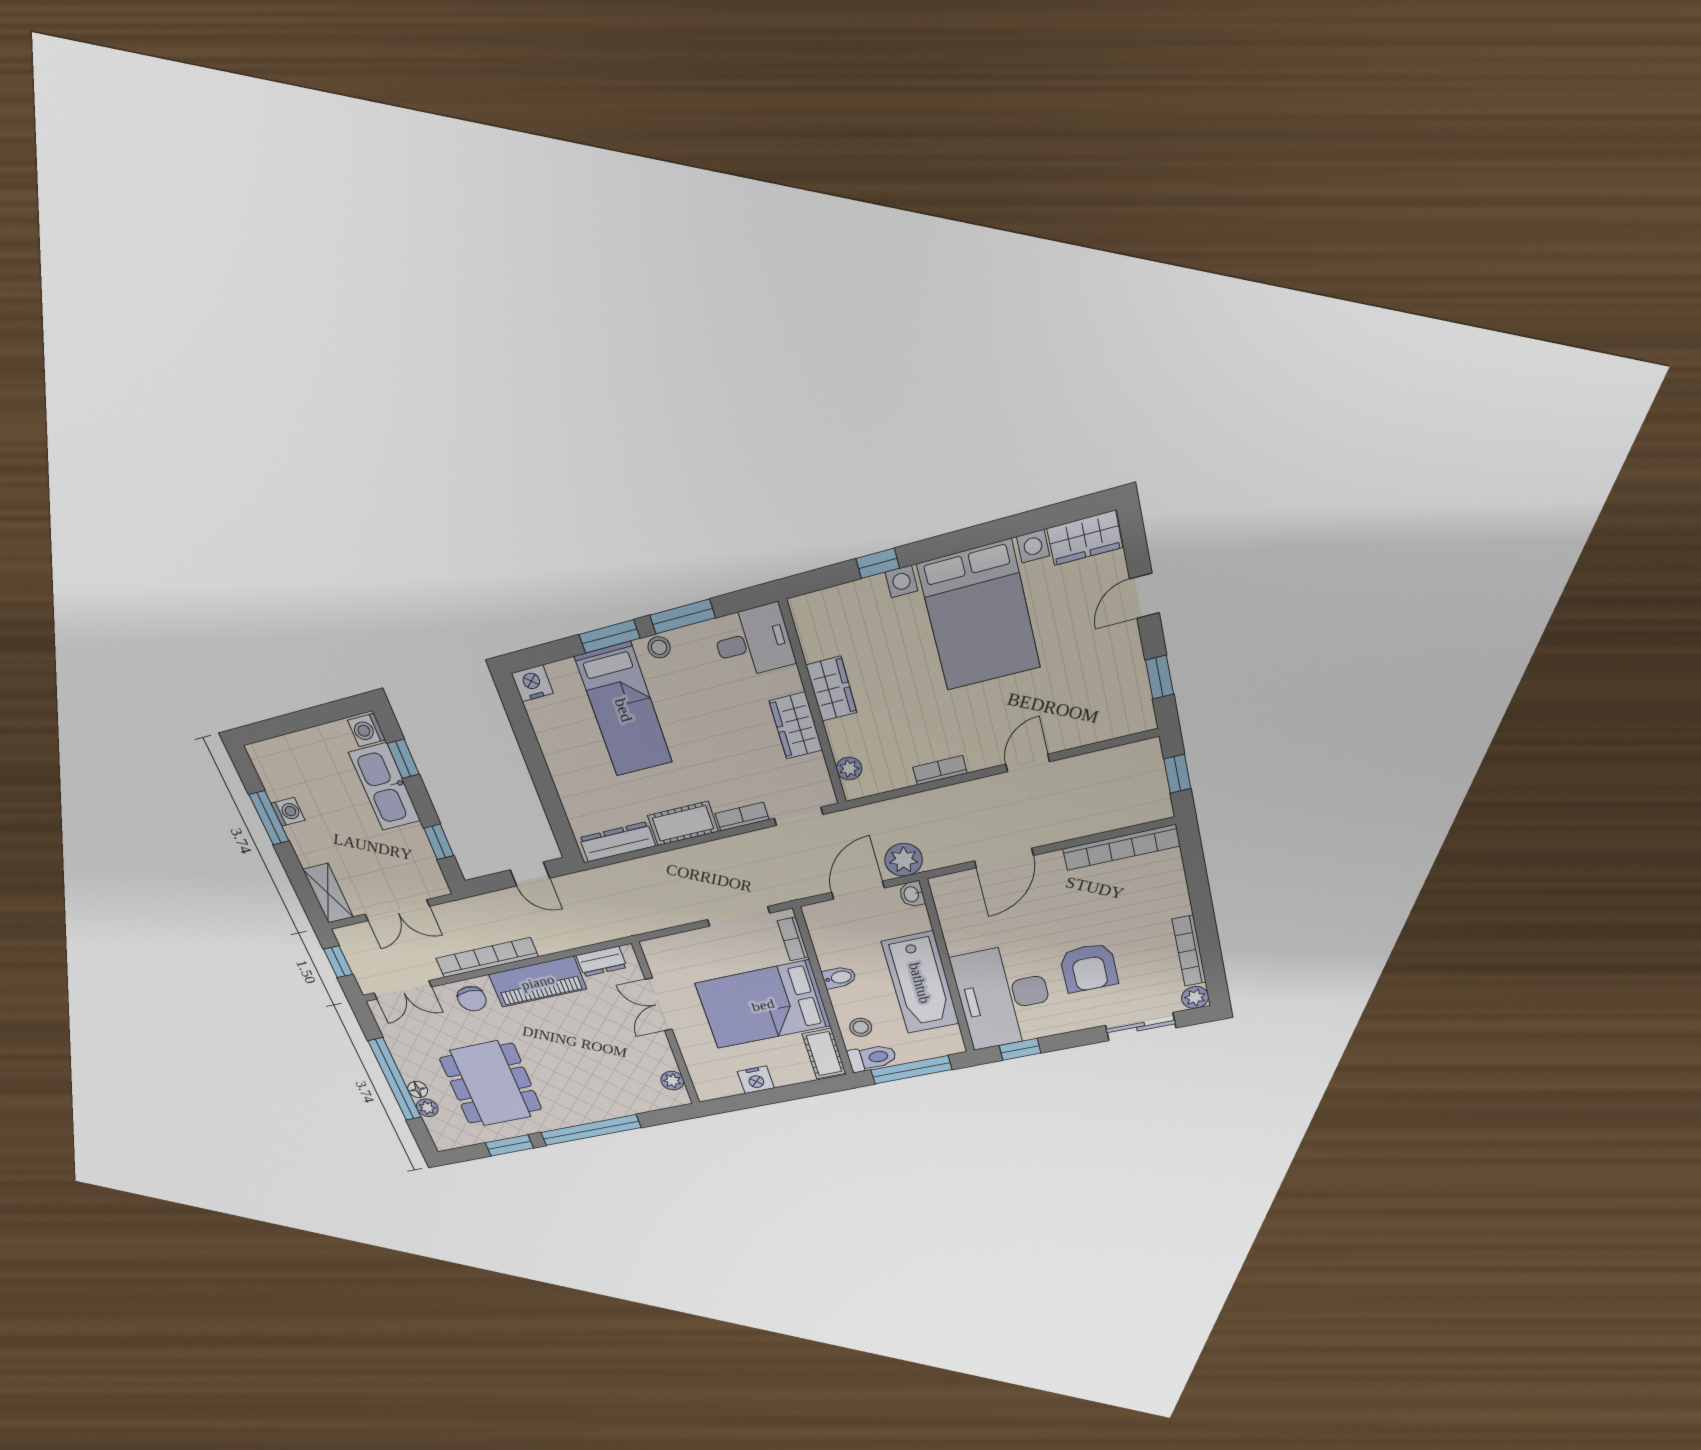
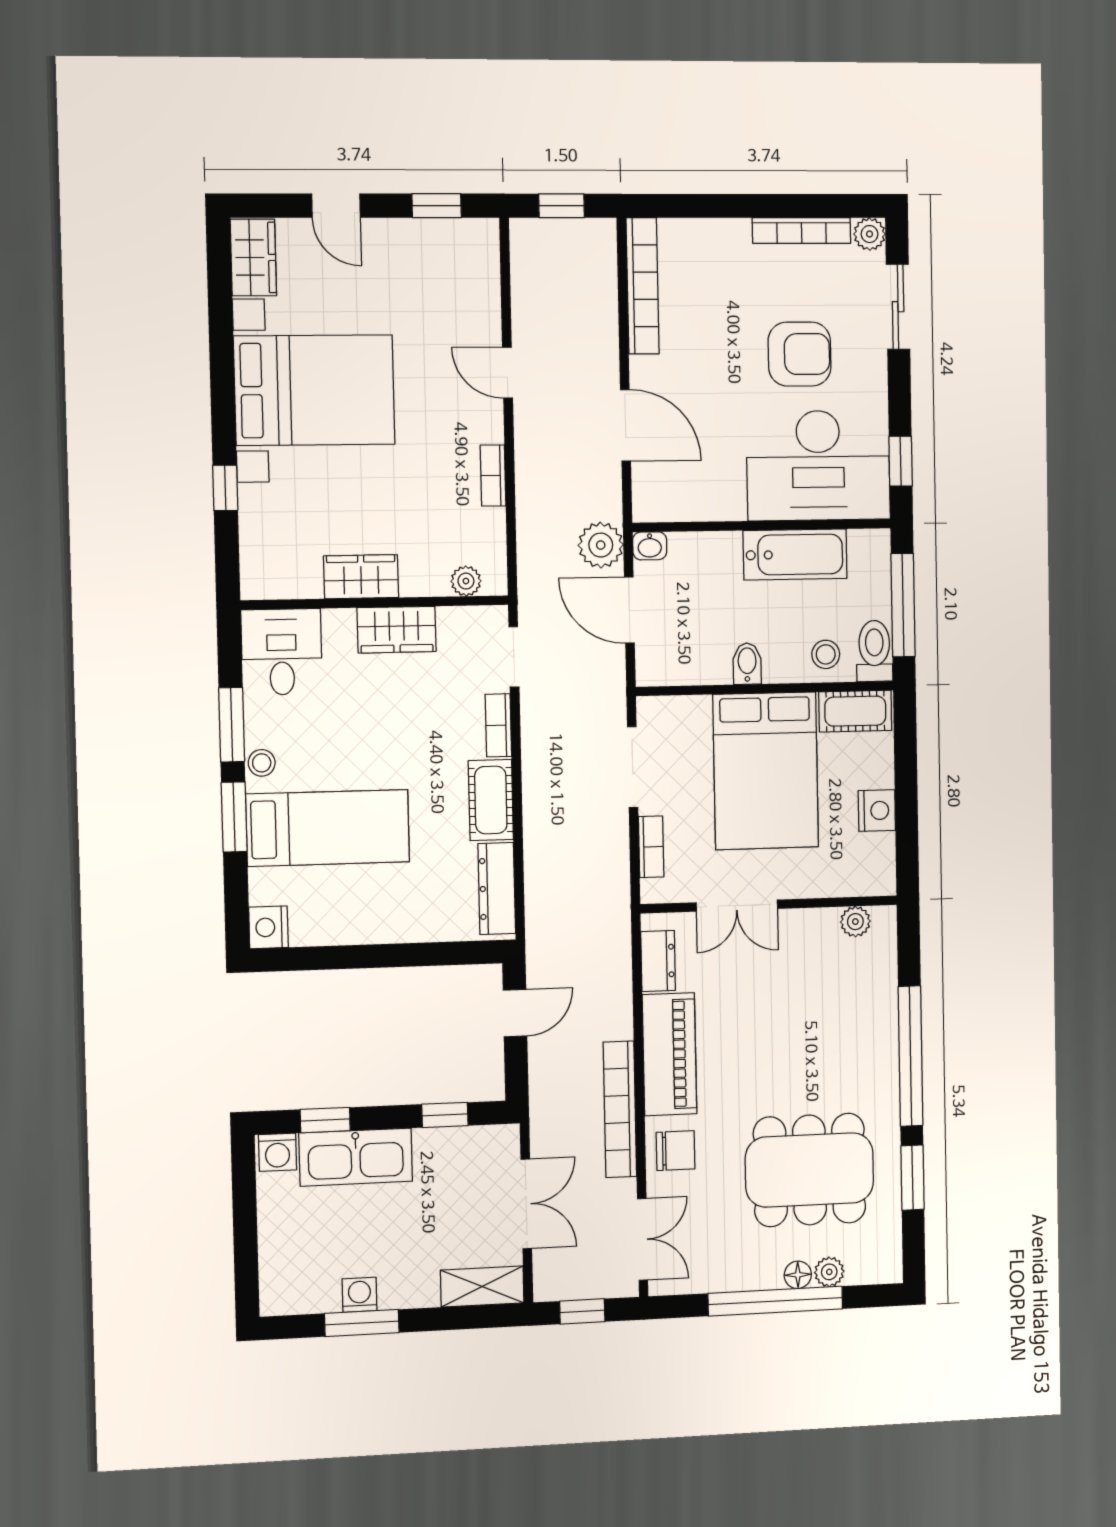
bookcase: (793, 939) -> (651, 847), moved, turned -90
bathtub: (920, 983) -> (795, 555), width x0.73, depth x0.73

